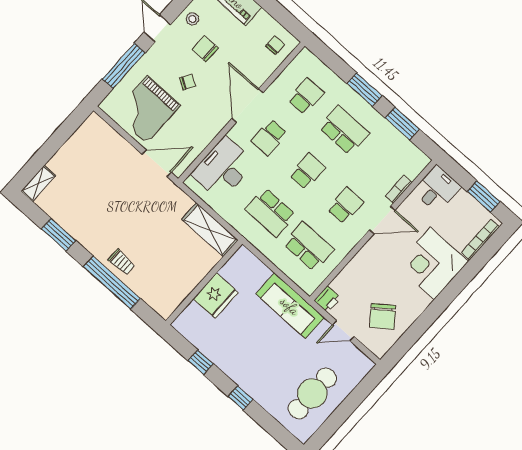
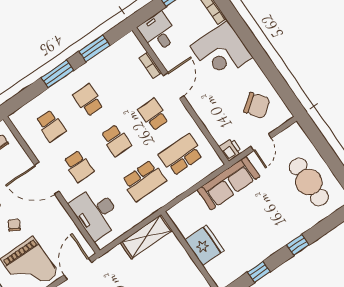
school desk: (306, 96) -> (51, 126), turned 180
school desk: (344, 130) -> (88, 100), width x0.54
school desk: (307, 171) -> (116, 140), turned 180

